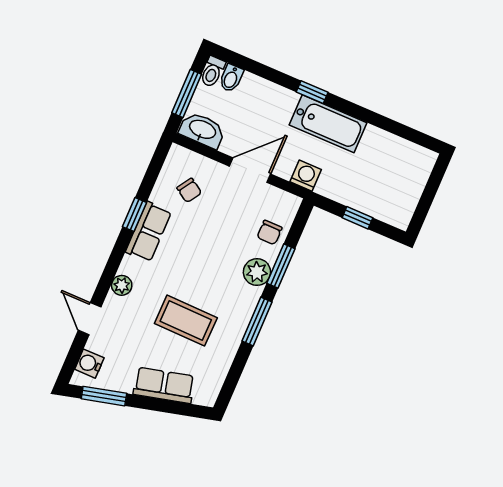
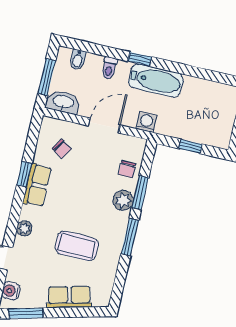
toilet: (212, 72) -> (109, 68), moved

